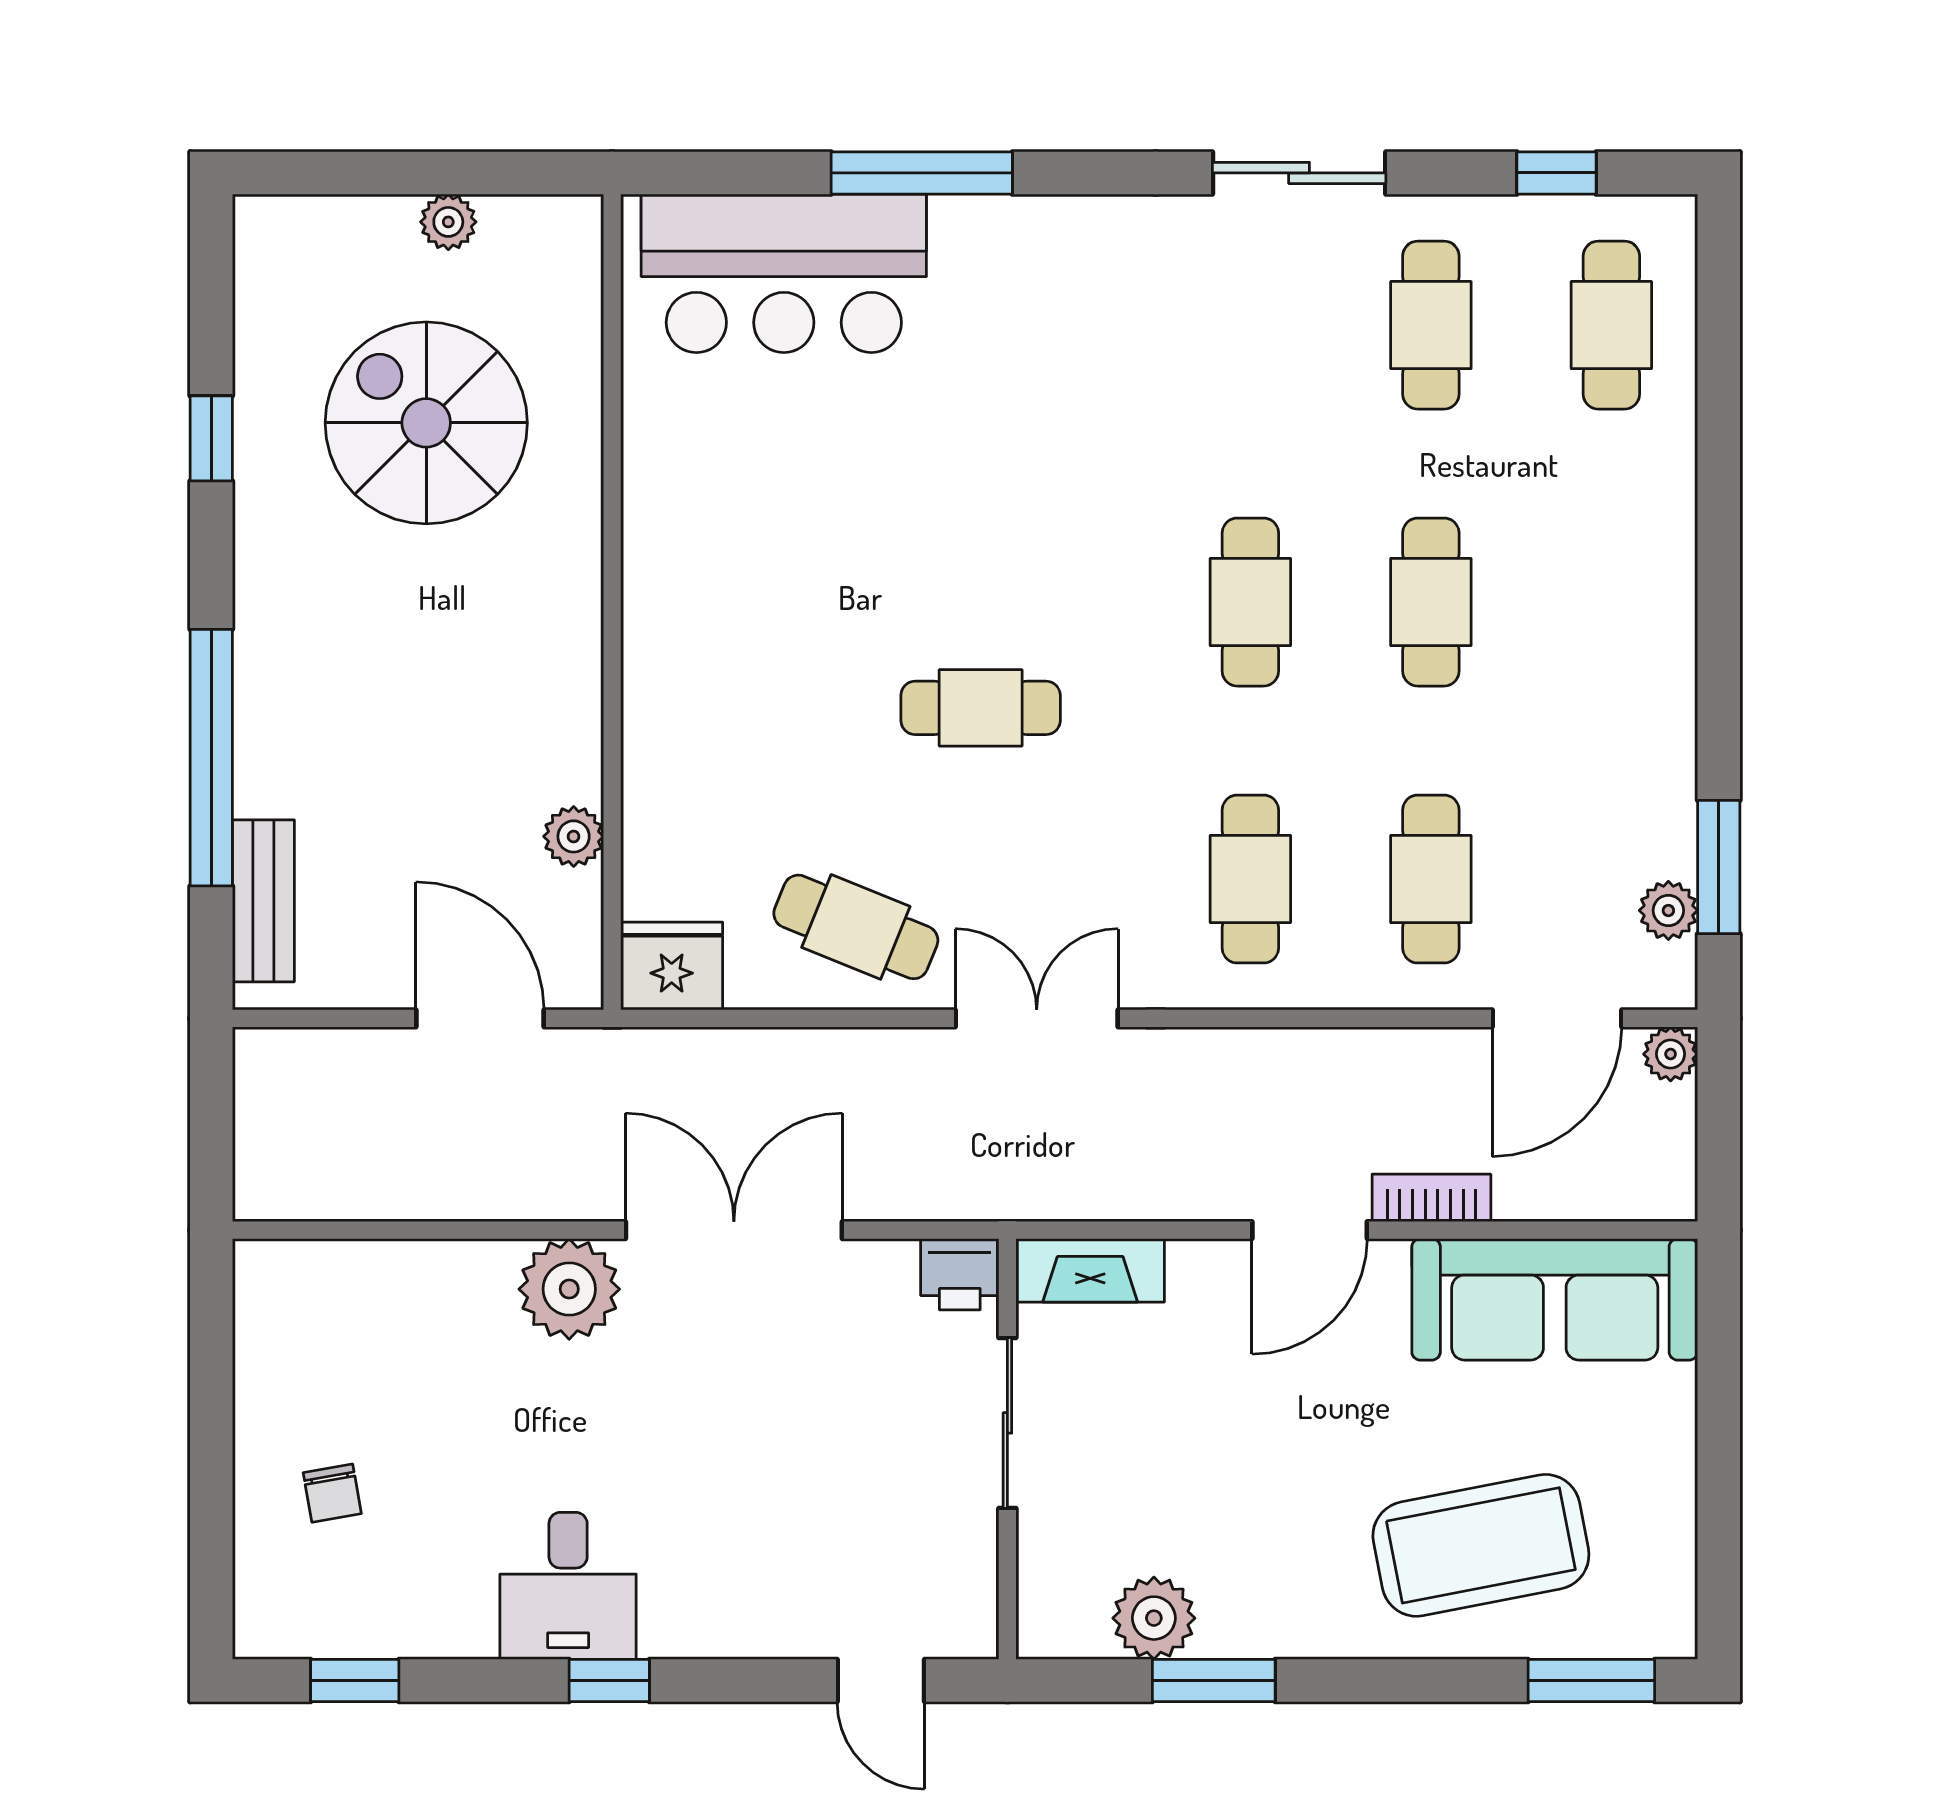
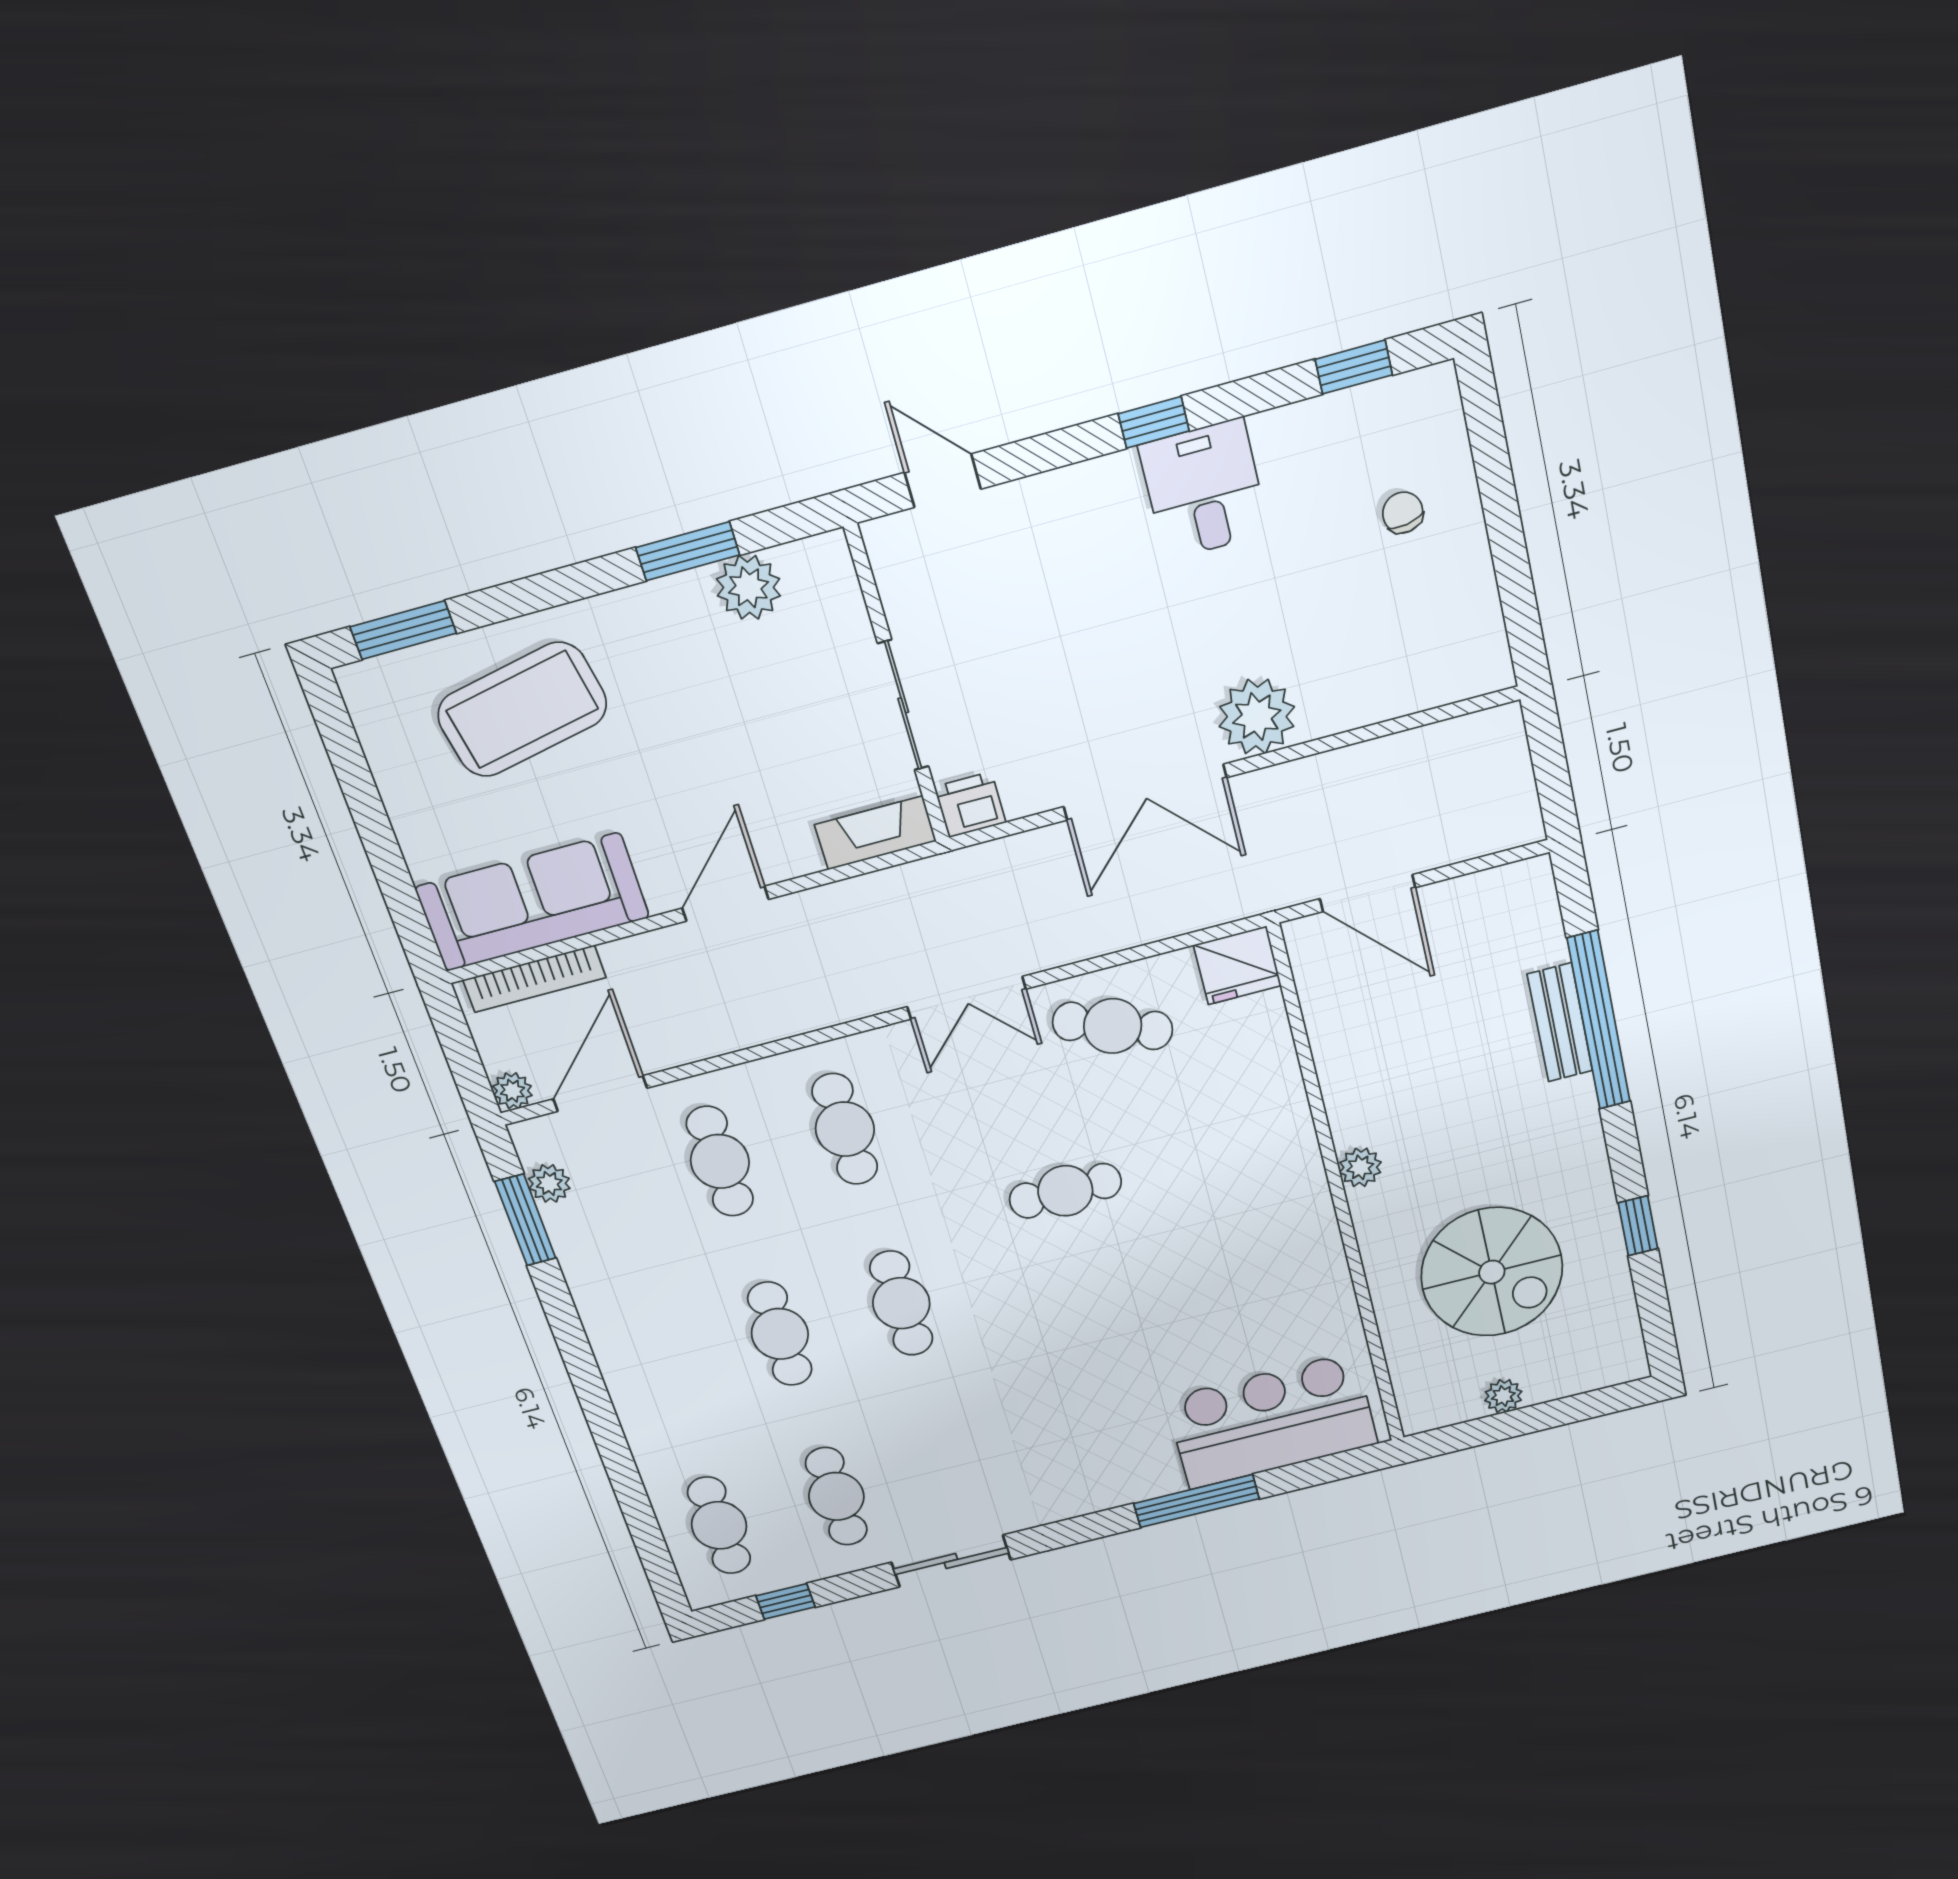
plant: (574, 836) -> (1360, 1167), moved
bench: (263, 901) -> (1560, 1023), moved
bookcase: (1431, 1198) -> (534, 979), moved, width x1.56

